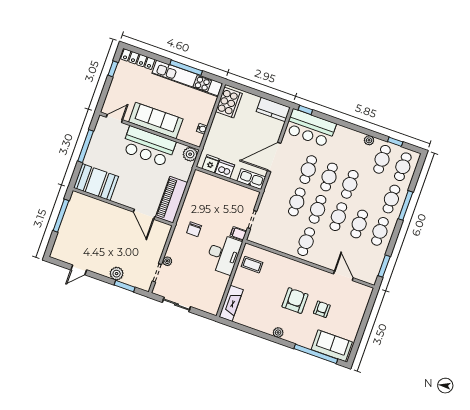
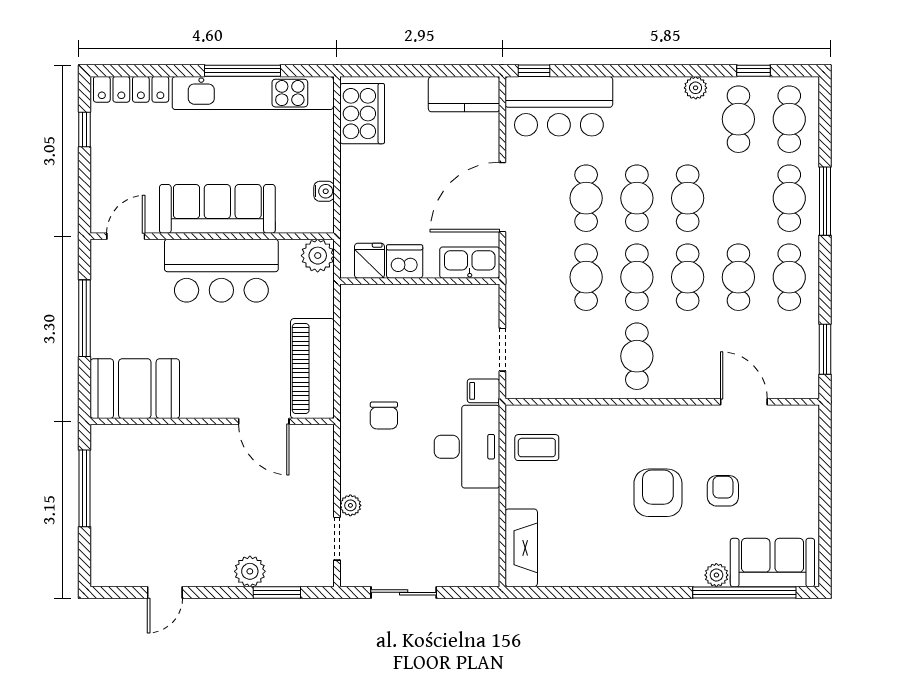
plant: (278, 332) -> (716, 575), moved

